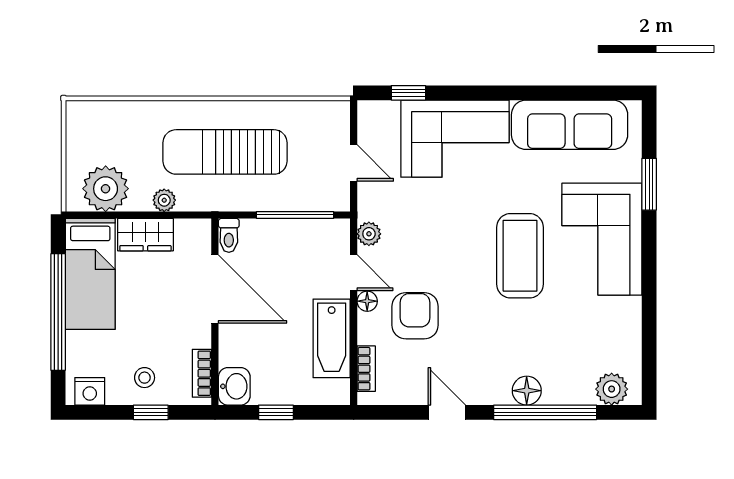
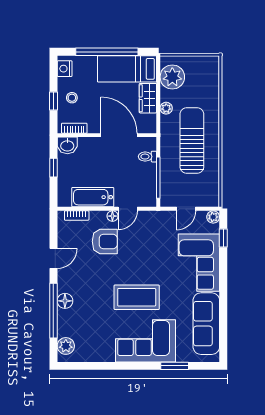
plant: (369, 234) -> (213, 217), moved
toilet: (229, 235) -> (147, 157), moved
door: (215, 289) -> (119, 135), swing flipped

